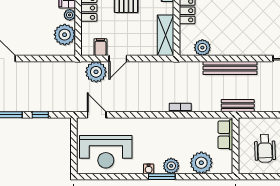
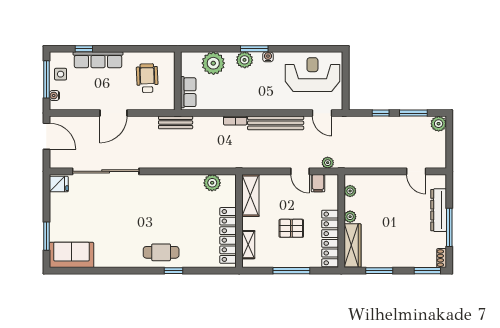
plant: (65, 35) -> (350, 191), width x0.53, depth x0.53
door: (118, 59) -> (300, 171), swing flipped
bench: (230, 68) -> (276, 123), moved
plant: (96, 72) -> (328, 163), width x0.53, depth x0.53

